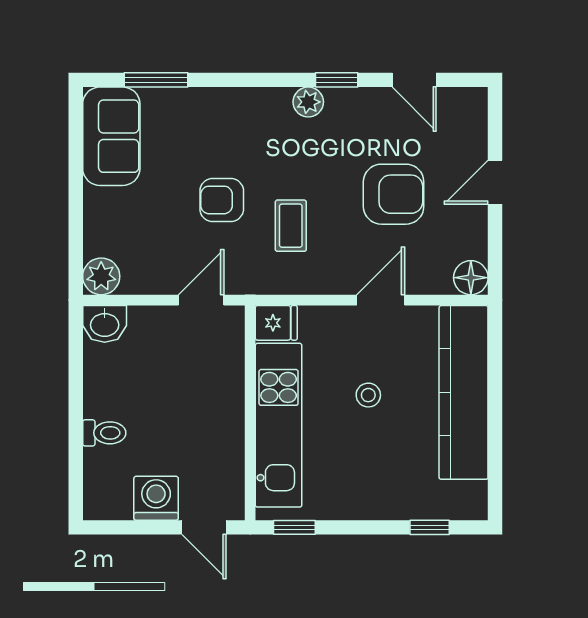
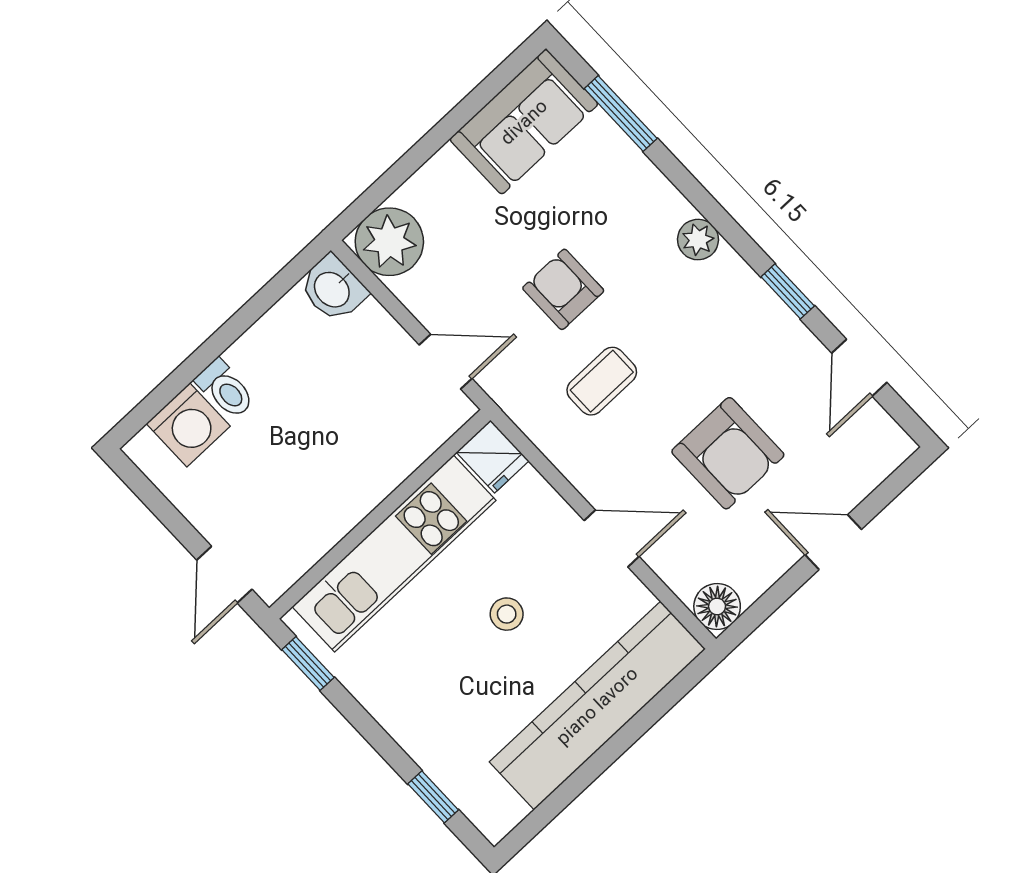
plant: (308, 102) -> (698, 240), moved
plant: (101, 276) -> (389, 242), width x1.36, depth x1.36
washing machine: (156, 498) -> (188, 425), moved, turned 90

